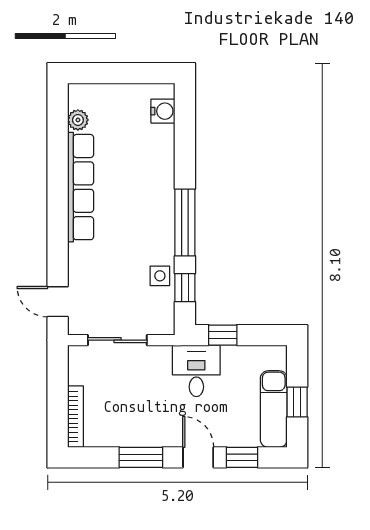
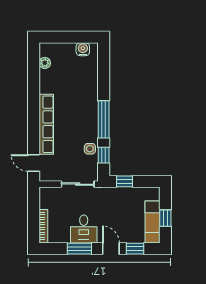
water cooler: (163, 111) -> (83, 49), moved, turned -90
row of seats: (81, 187) -> (46, 124), moved
sliding door: (117, 340) -> (78, 184), moved
desk: (196, 371) -> (84, 229), moved, turned 180

